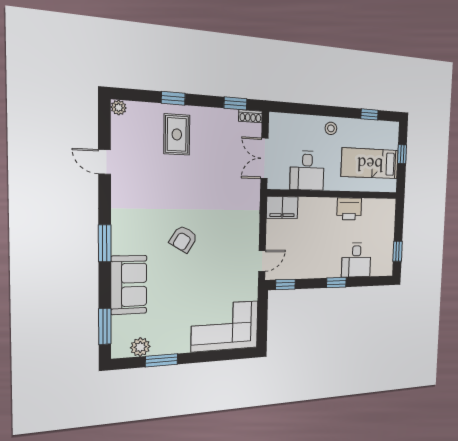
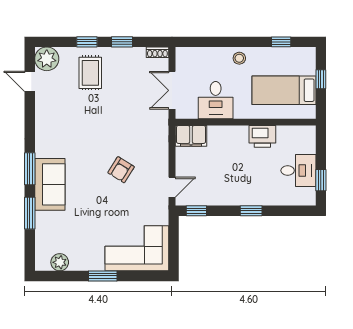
window: (235, 103) -> (122, 42), moved
plant: (119, 108) -> (47, 59), width x1.88, depth x1.88
door: (105, 162) -> (30, 81), moved
armchair: (183, 239) -> (121, 170), moved
desk: (356, 260) -> (298, 171), moved, turned -90
sofa: (129, 285) -> (50, 184), moved
window: (105, 326) -> (30, 213), moved
window: (162, 360) -> (103, 276), moved

